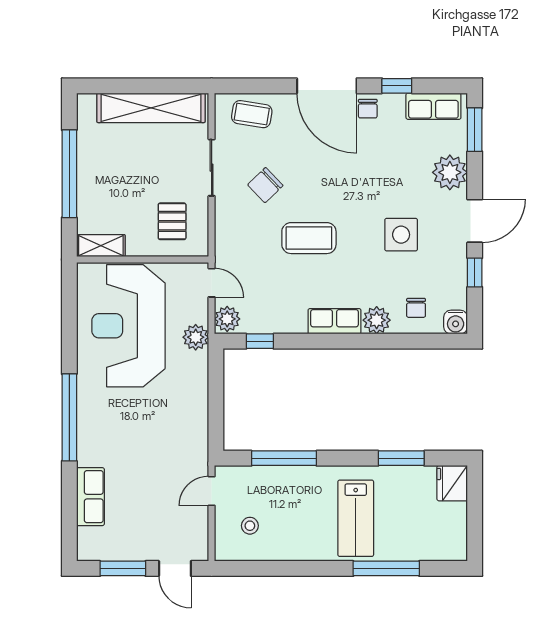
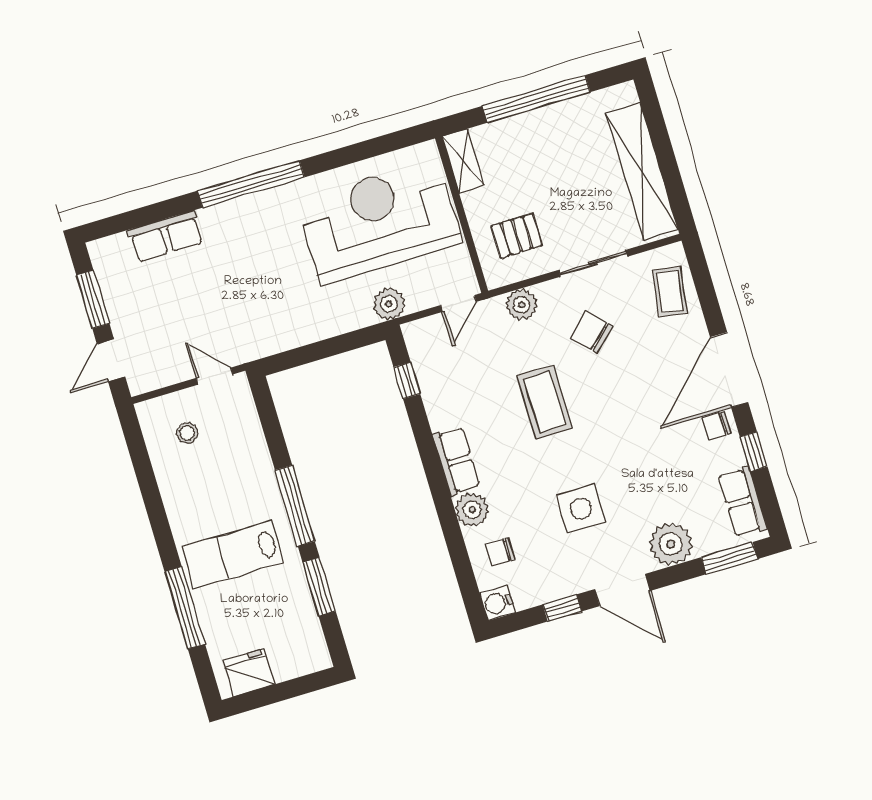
plant: (227, 319) -> (522, 305), moved
window: (284, 458) -> (295, 506), moved
fridge: (452, 483) -> (249, 673), moved

